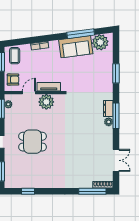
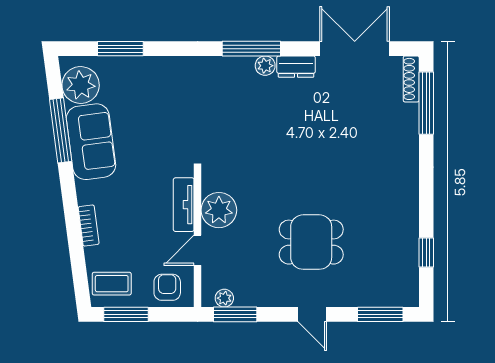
window: (116, 73) -> (120, 49), moved
door: (29, 93) -> (198, 250), hinge flipped
dresser: (108, 109) -> (296, 67), moved
dining table: (33, 142) -> (311, 242), turned 90
double door: (116, 160) -> (355, 49), width x1.37

